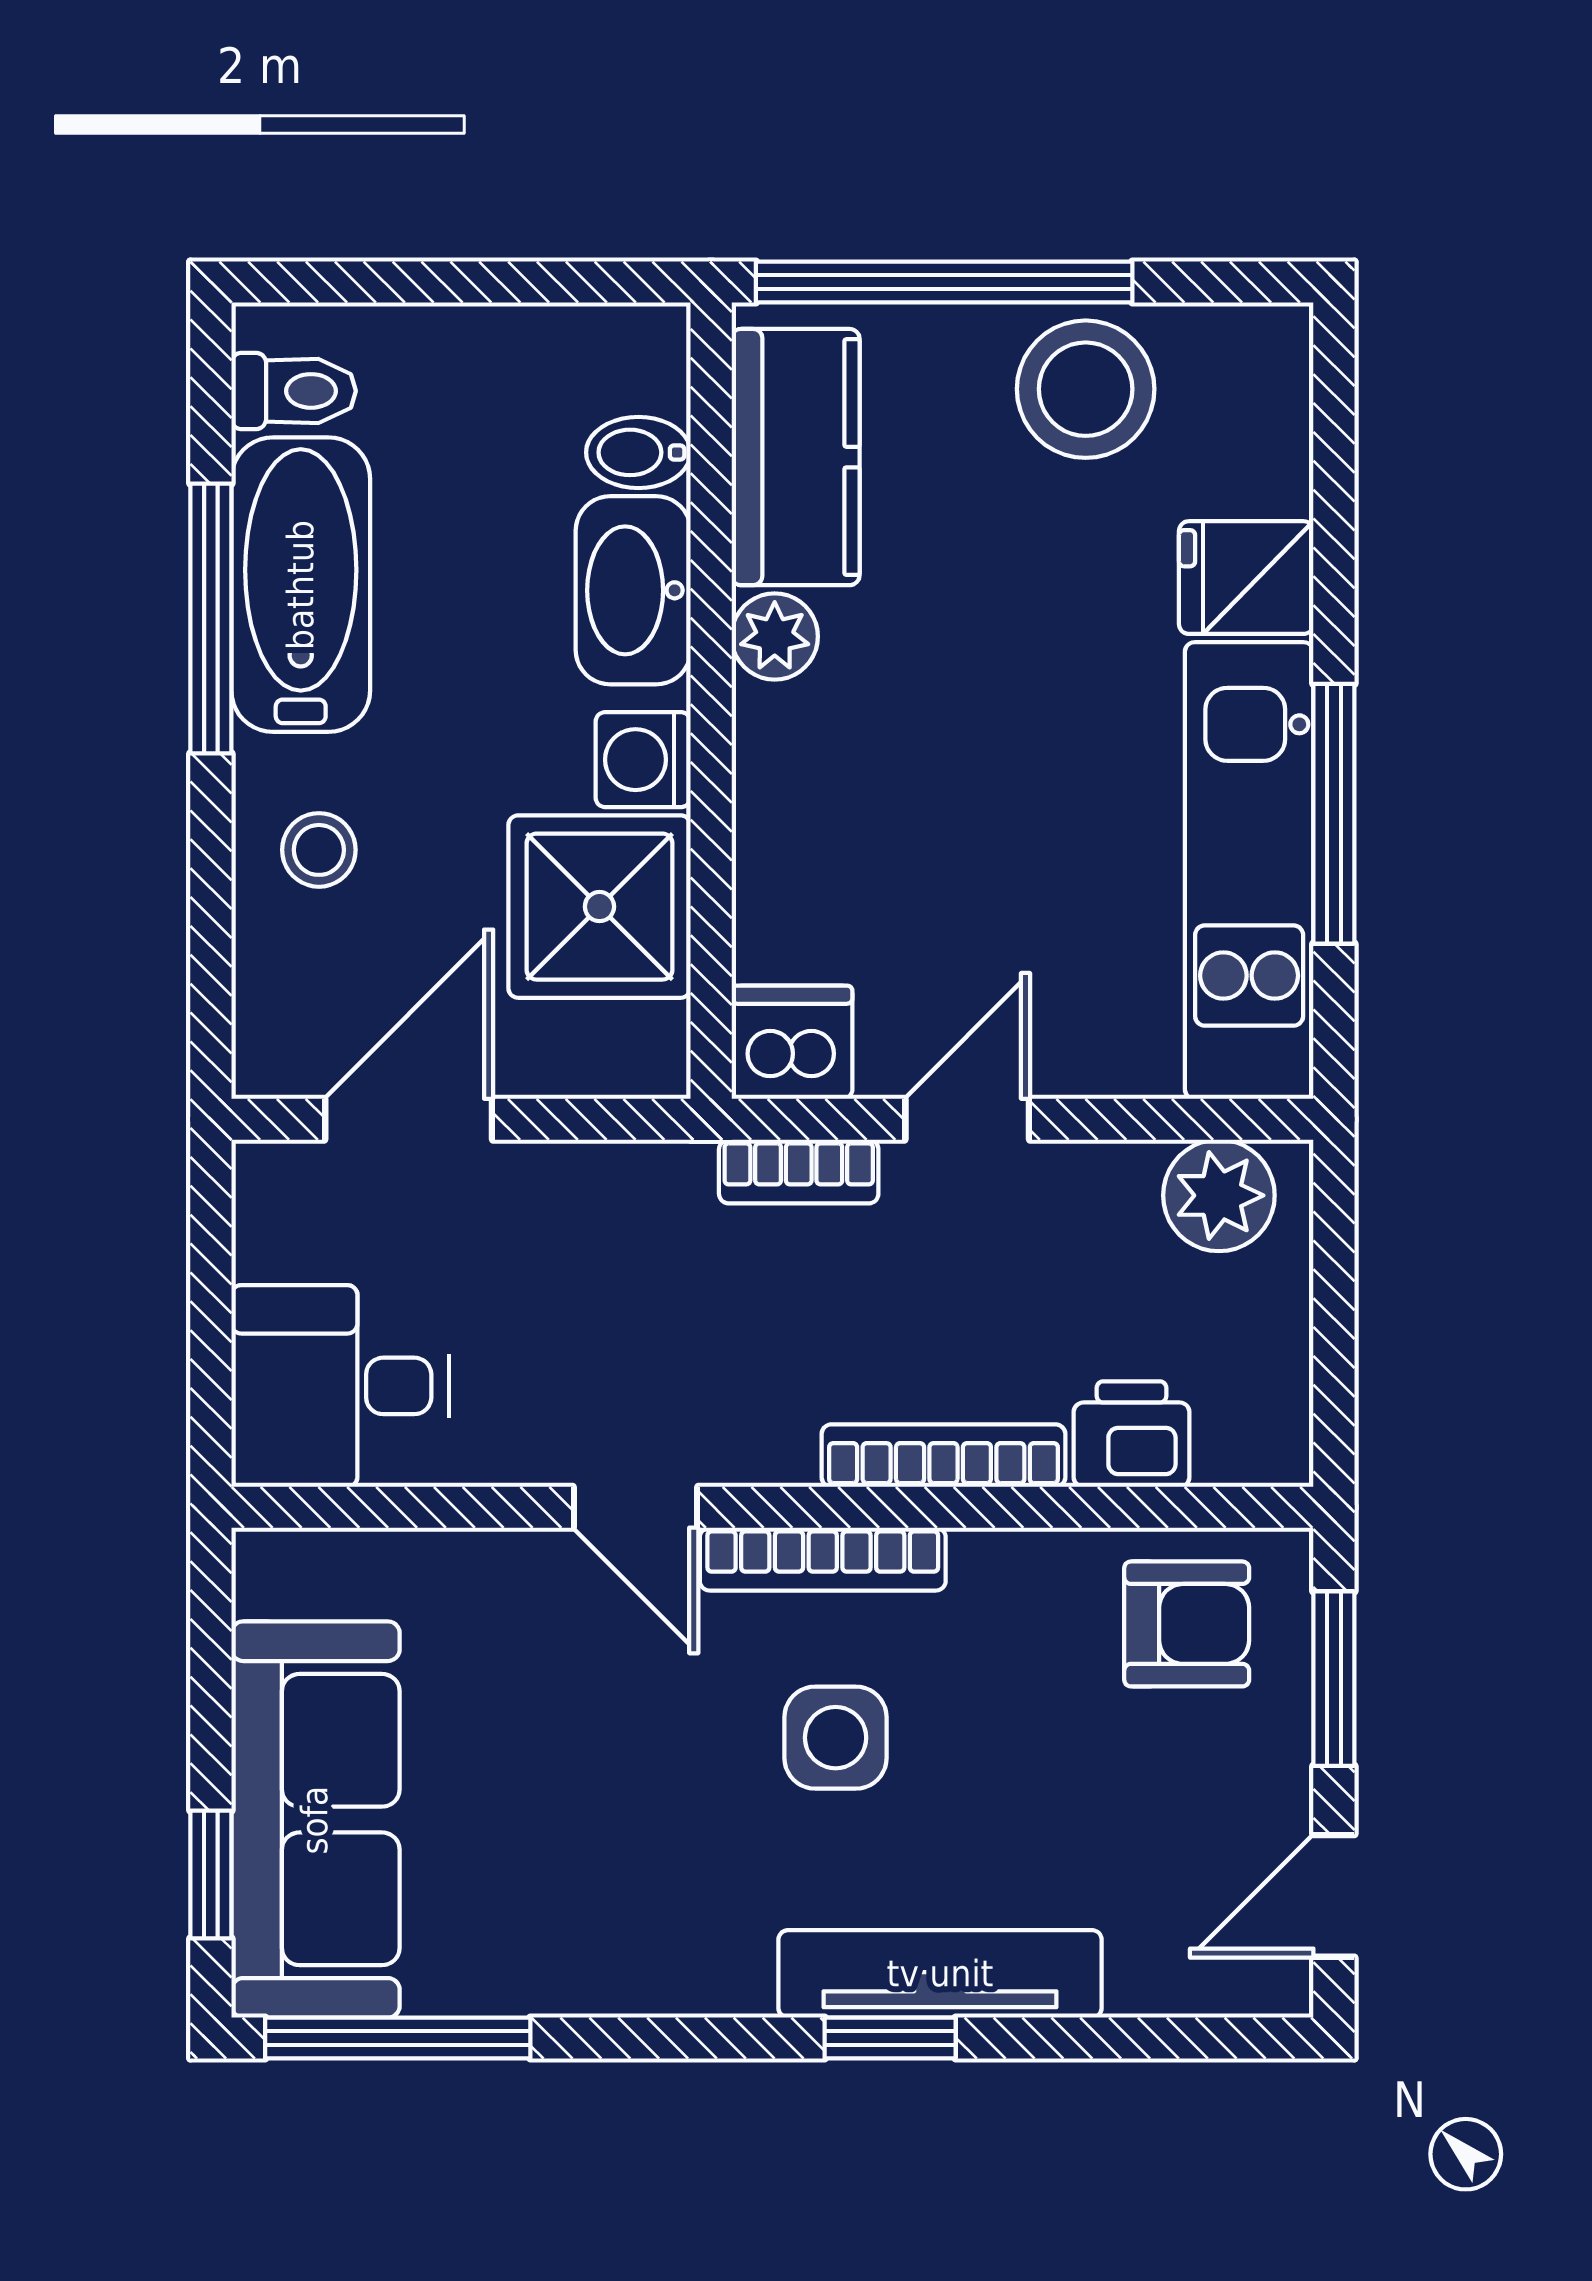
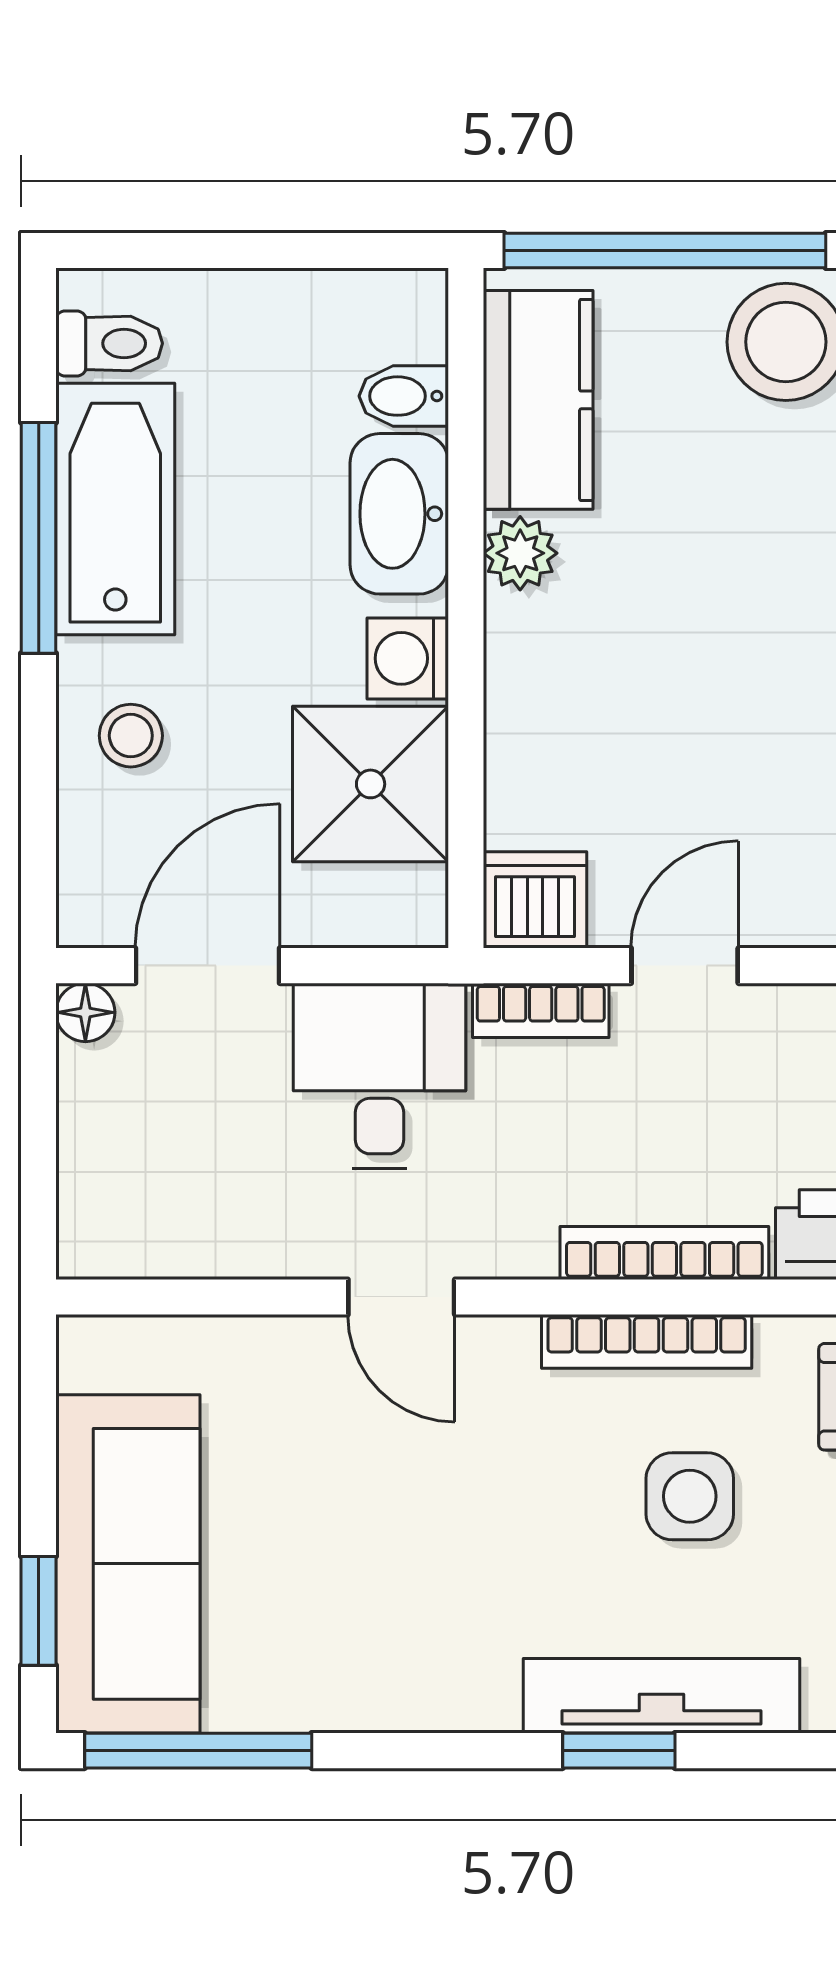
floor lamp: (266, 1174) -> (85, 1012), added
desk: (340, 1386) -> (379, 1076), moved, turned 90
bookcase: (823, 1559) -> (647, 1341), moved
side table: (836, 1738) -> (690, 1496), moved

